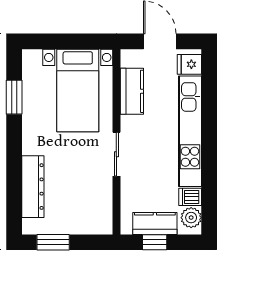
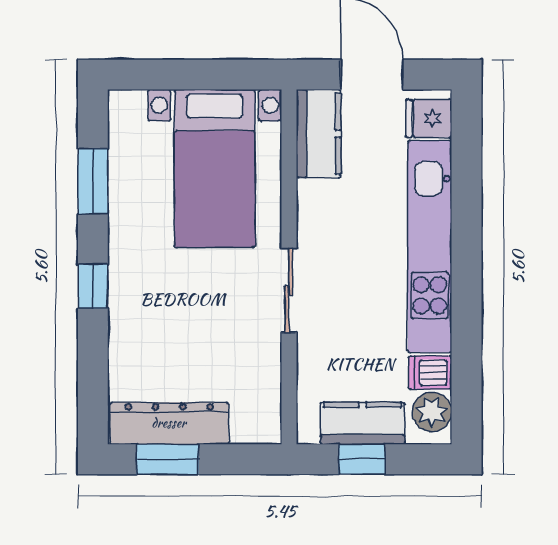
kitchen counter: (132, 91) -> (318, 134), moved
window: (14, 152) -> (93, 286), added
dresser: (33, 187) -> (169, 423), moved, turned -90

